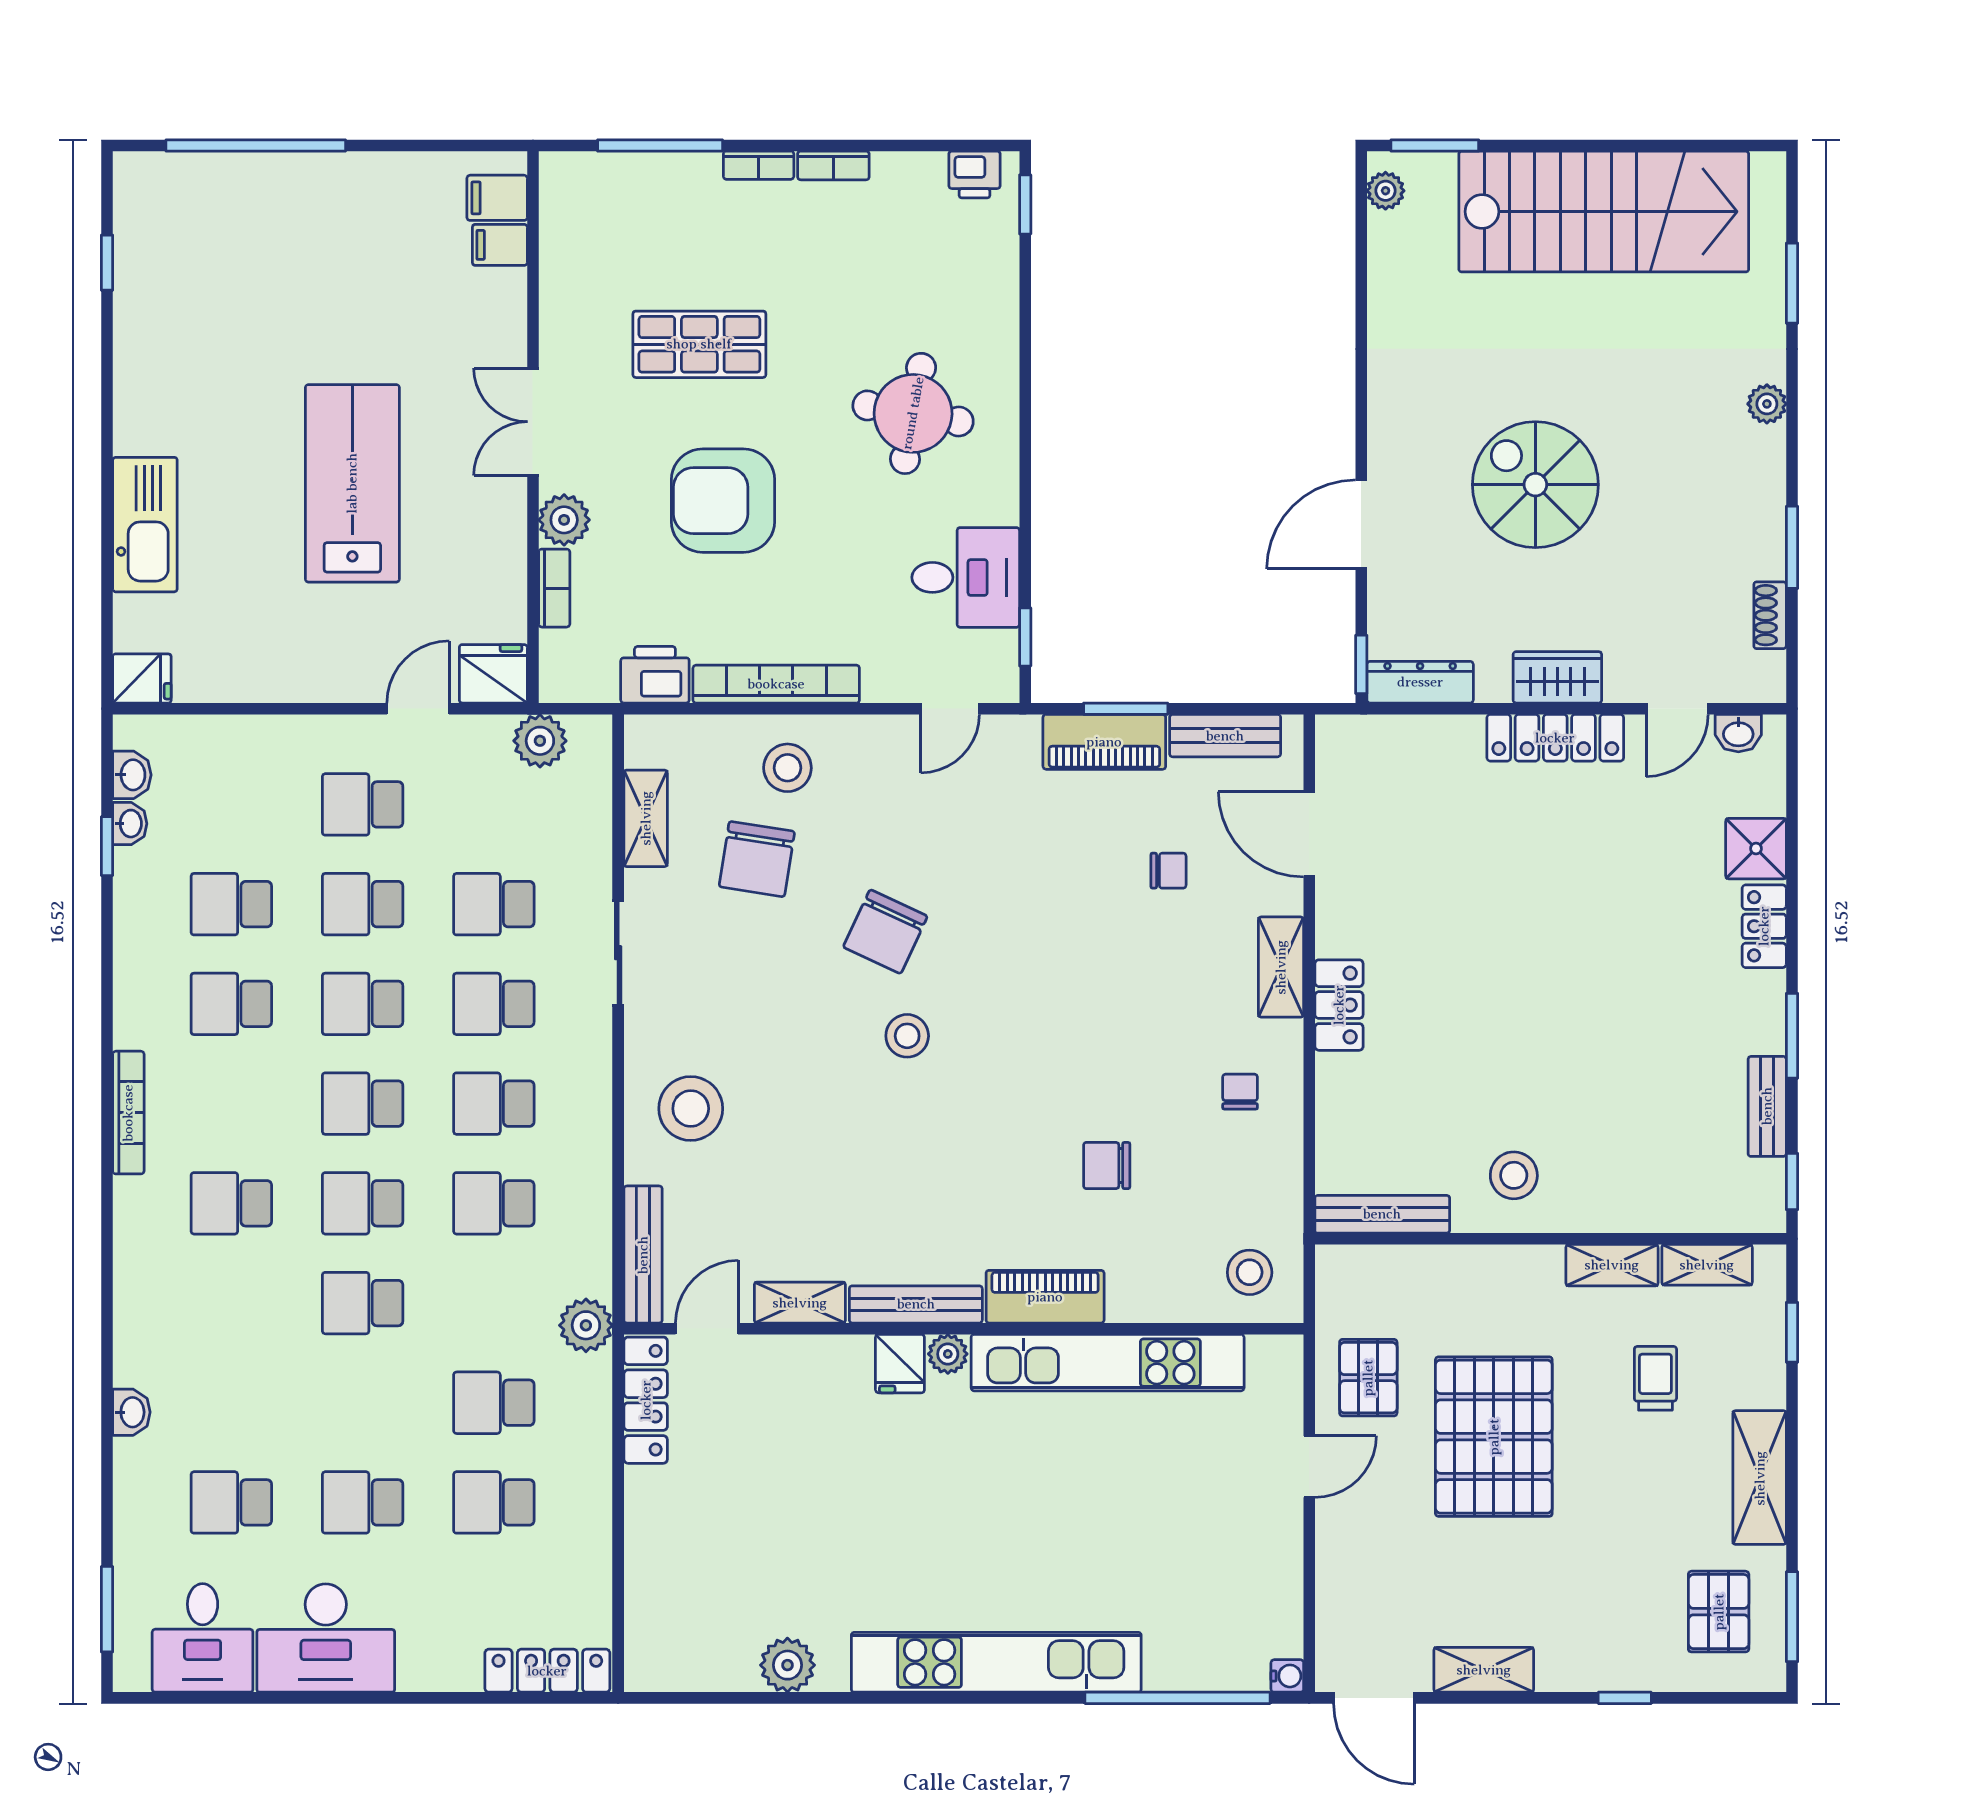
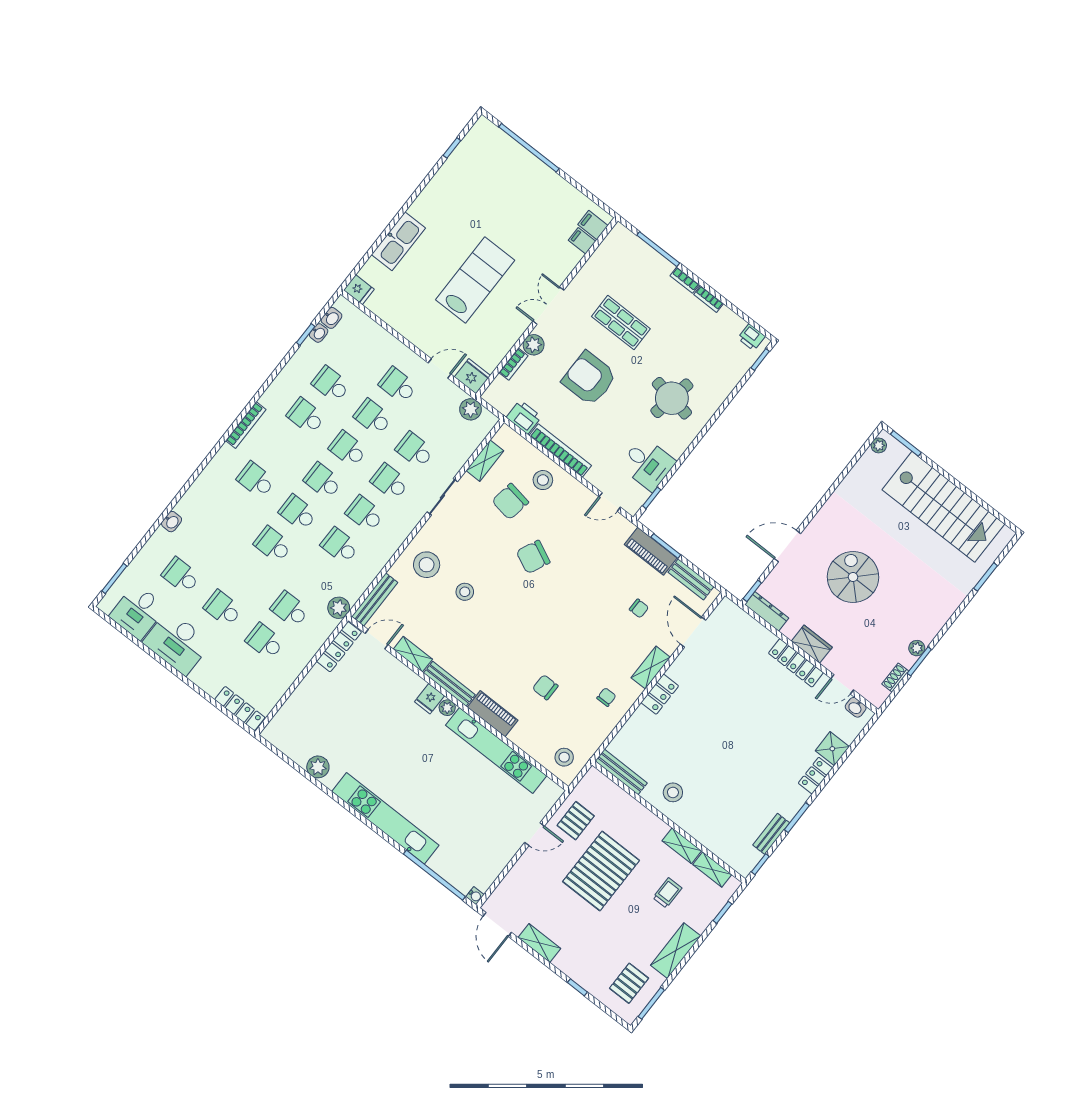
plant: (1767, 404) -> (917, 648), moved
stool: (907, 1036) -> (465, 592), moved

